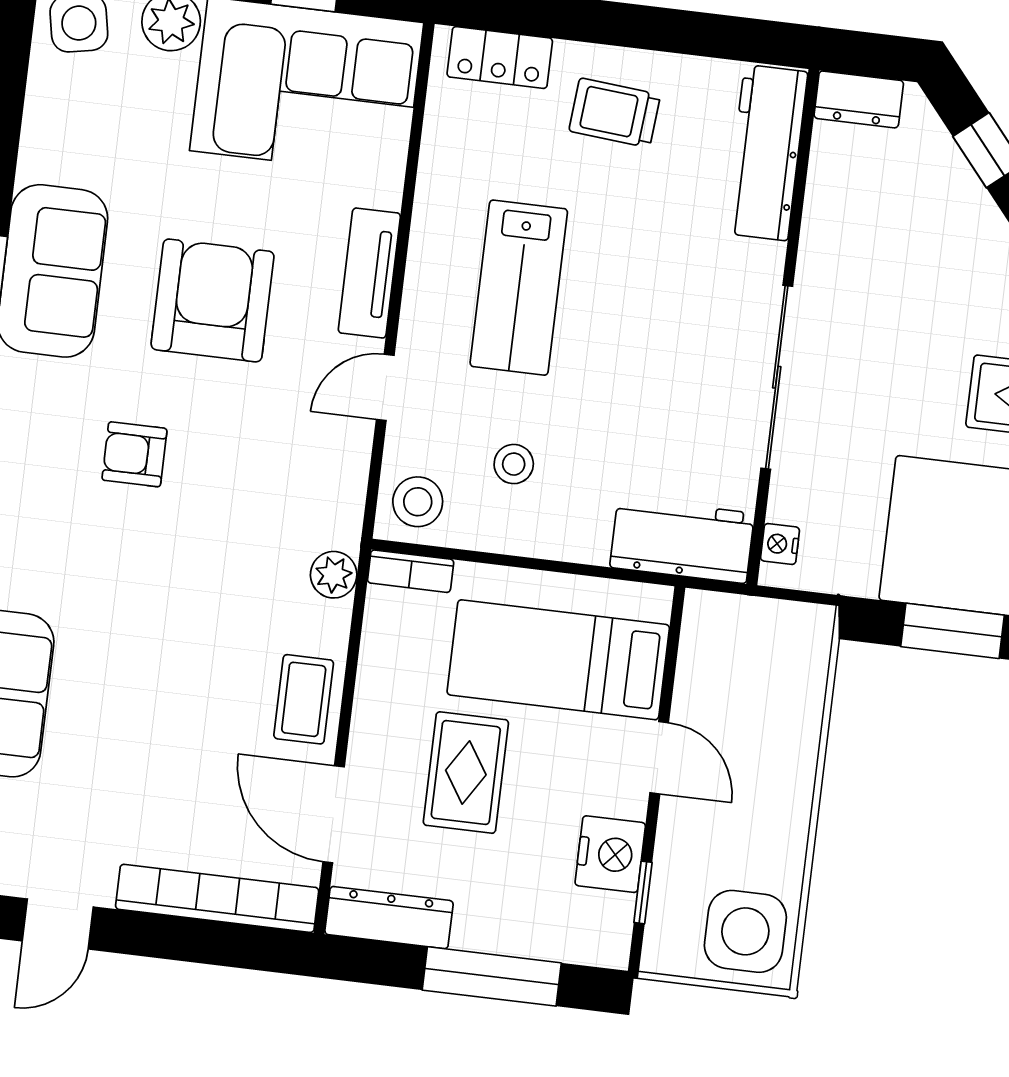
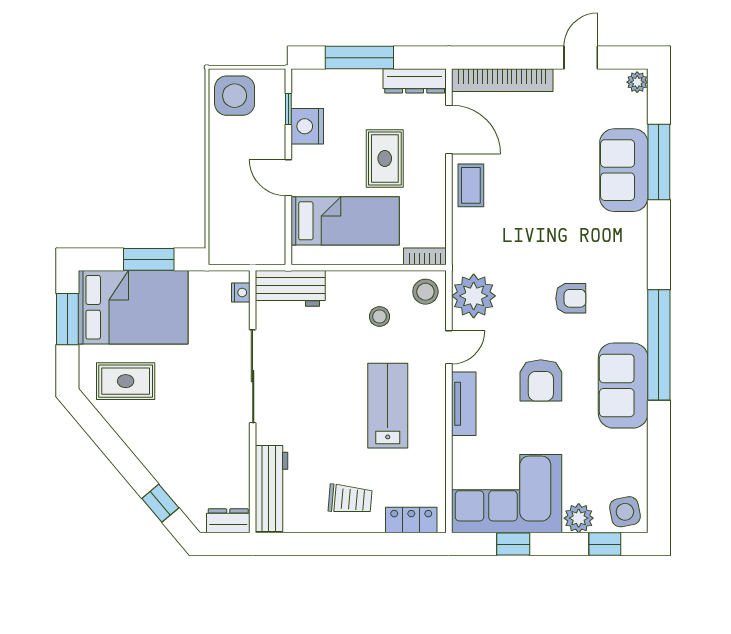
armchair: (213, 300) -> (541, 380), width x0.73, depth x0.73
plant: (334, 575) -> (474, 296), moved, width x1.88, depth x1.88

